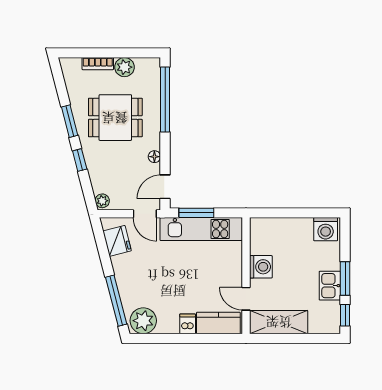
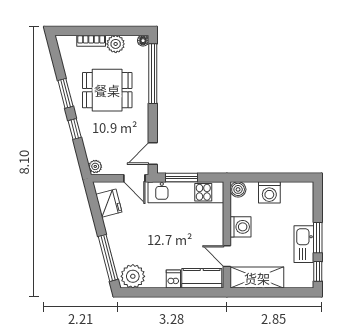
floor lamp: (154, 157) -> (143, 41), moved
boiler: (258, 226) -> (238, 189), added
washing machine: (326, 229) -> (269, 192), moved
kitchen sink: (330, 286) -> (304, 244), width x1.38

